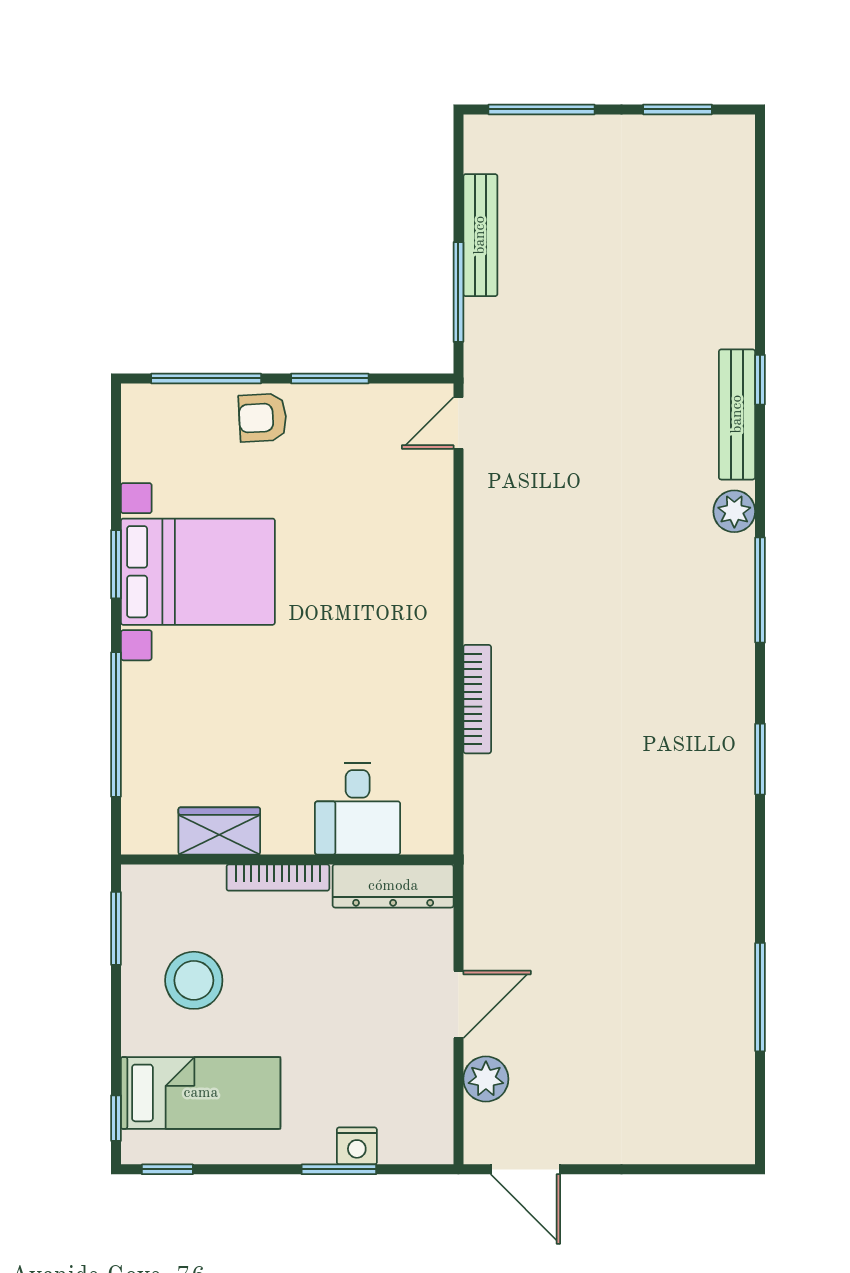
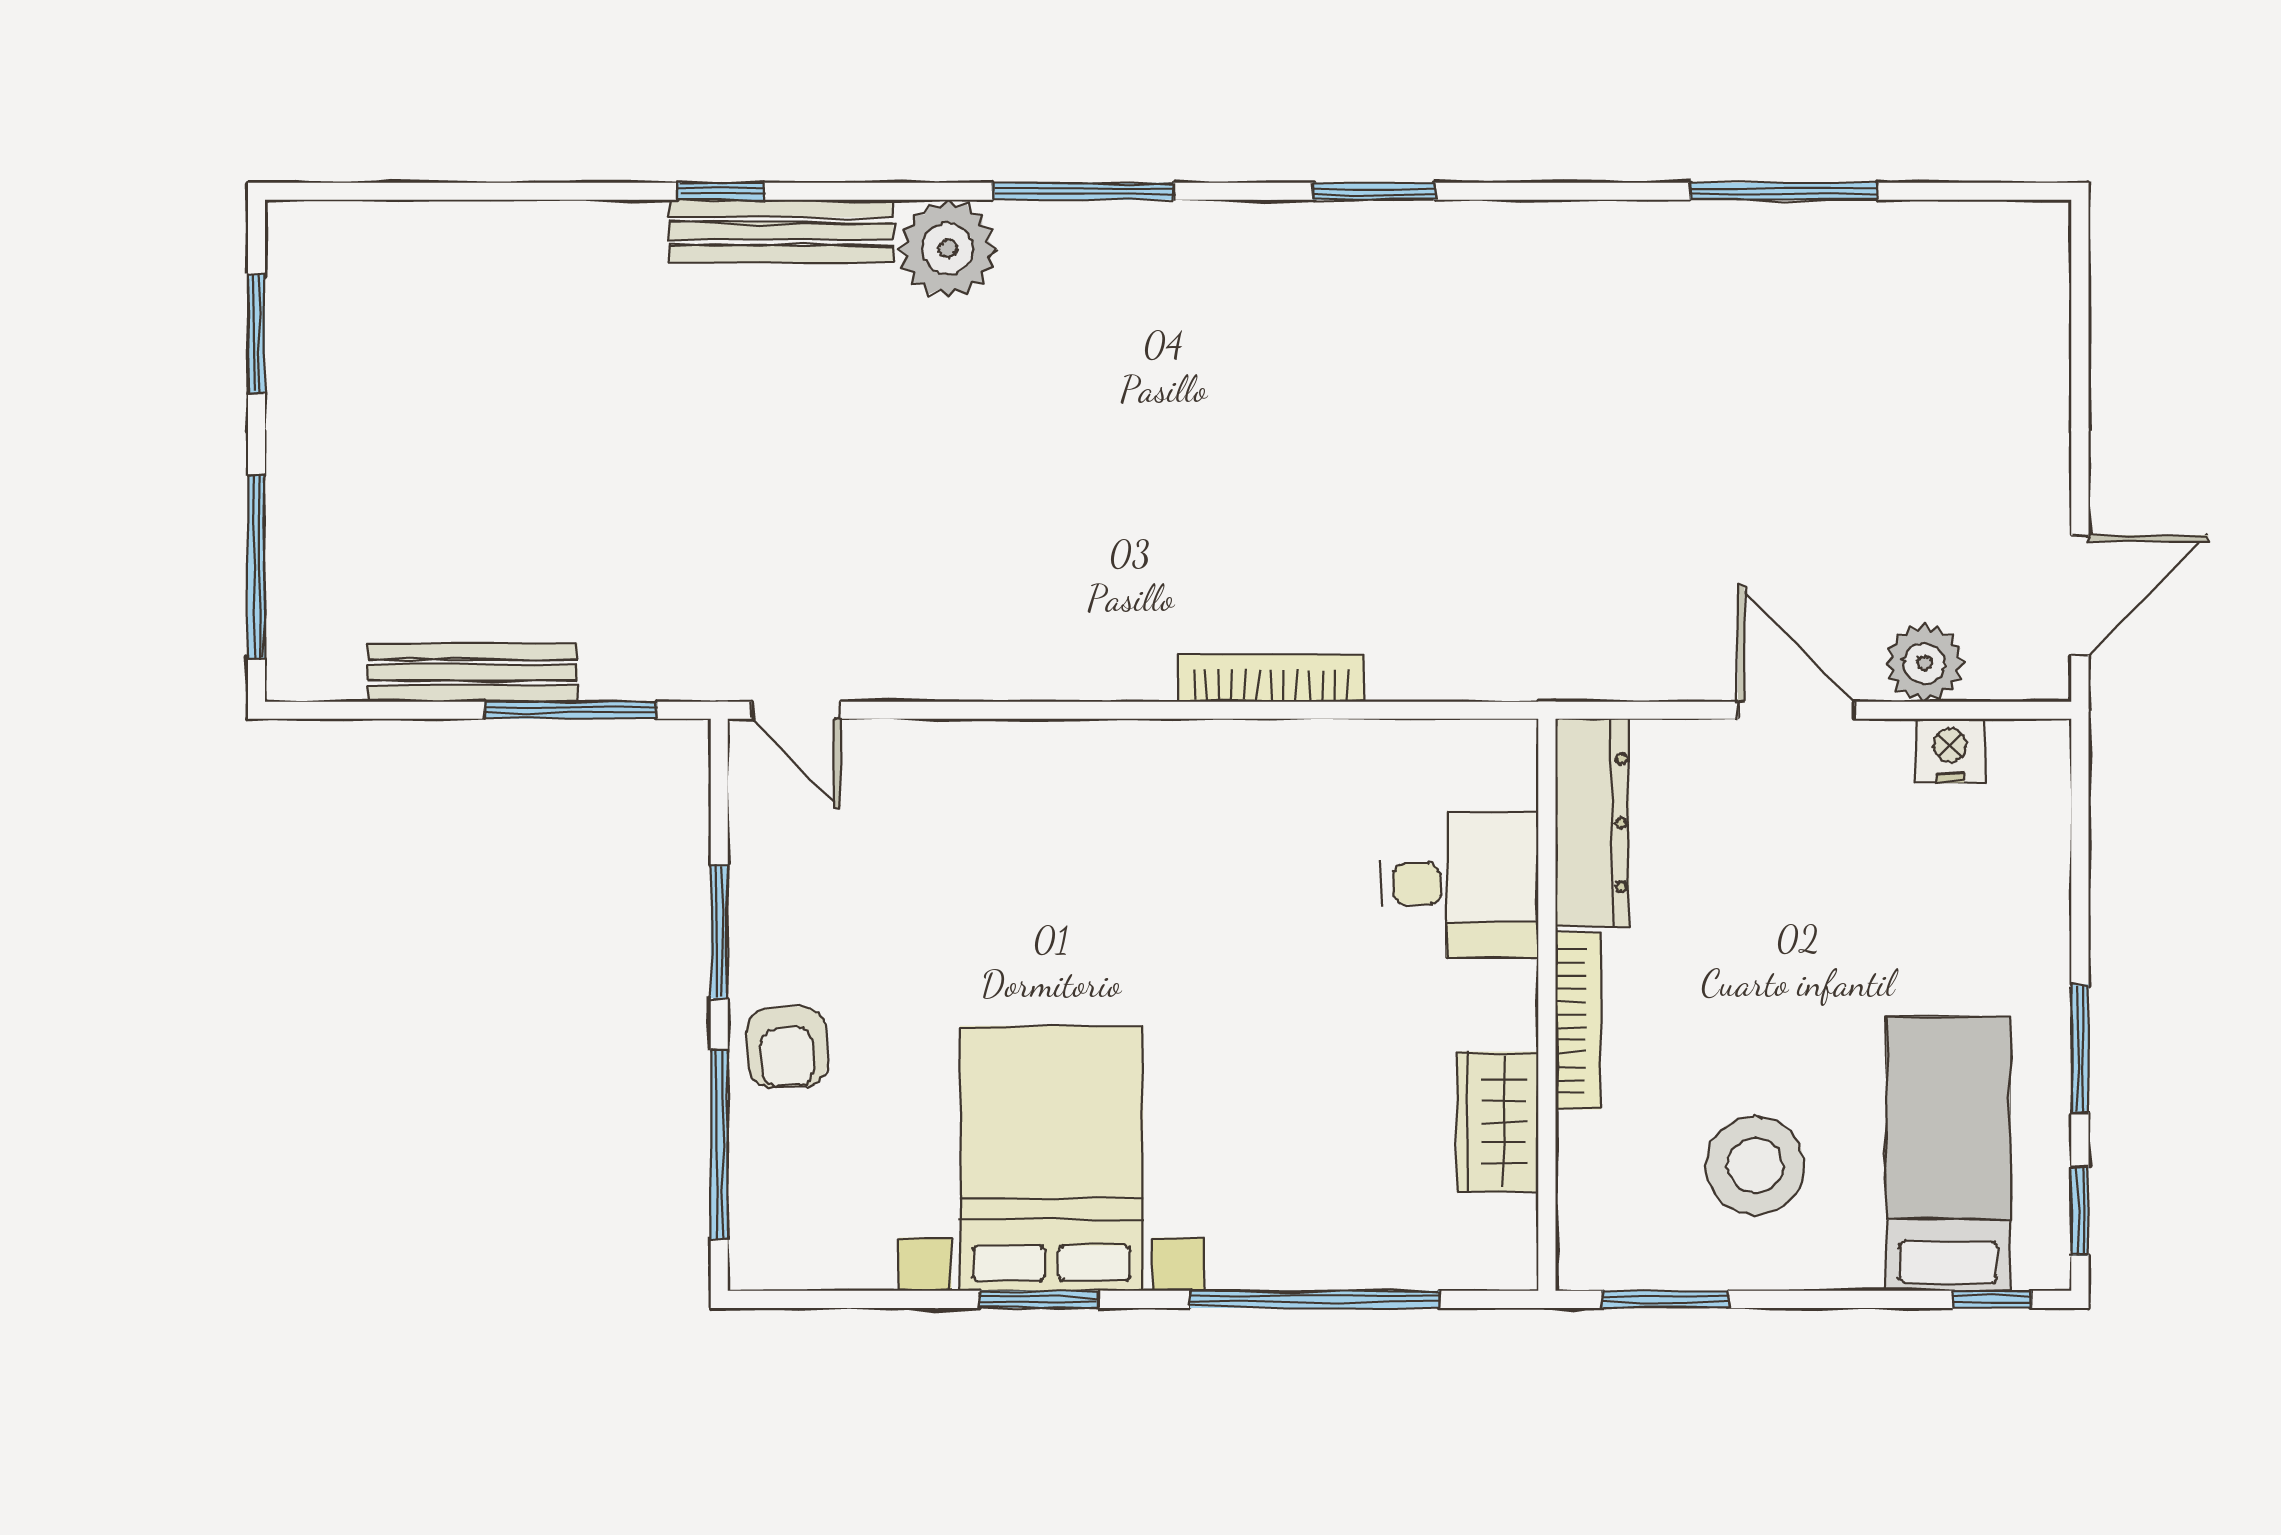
plant: (734, 511) -> (948, 249), width x1.36, depth x1.36
nightstand: (357, 1146) -> (1950, 751), moved, turned -90
window: (339, 1169) -> (2080, 1049), moved

